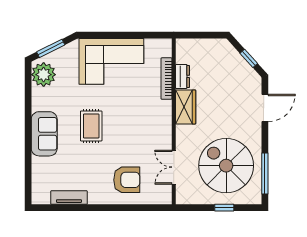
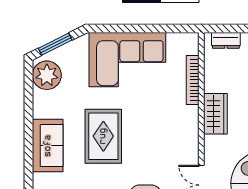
dresser: (182, 76) -> (226, 40), moved, turned 90
rug: (91, 126) -> (103, 136), width x1.36, depth x1.43

